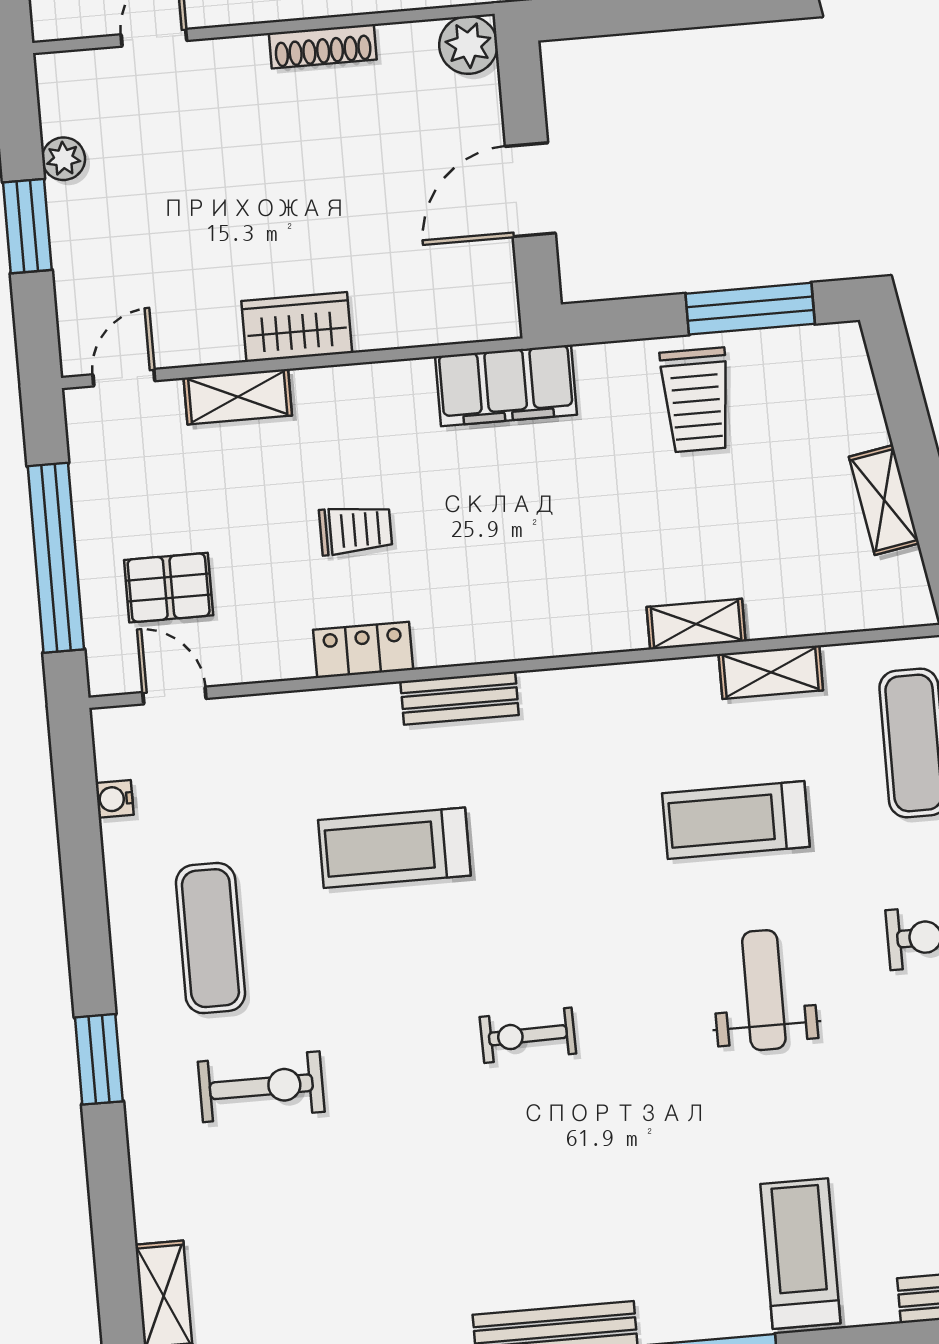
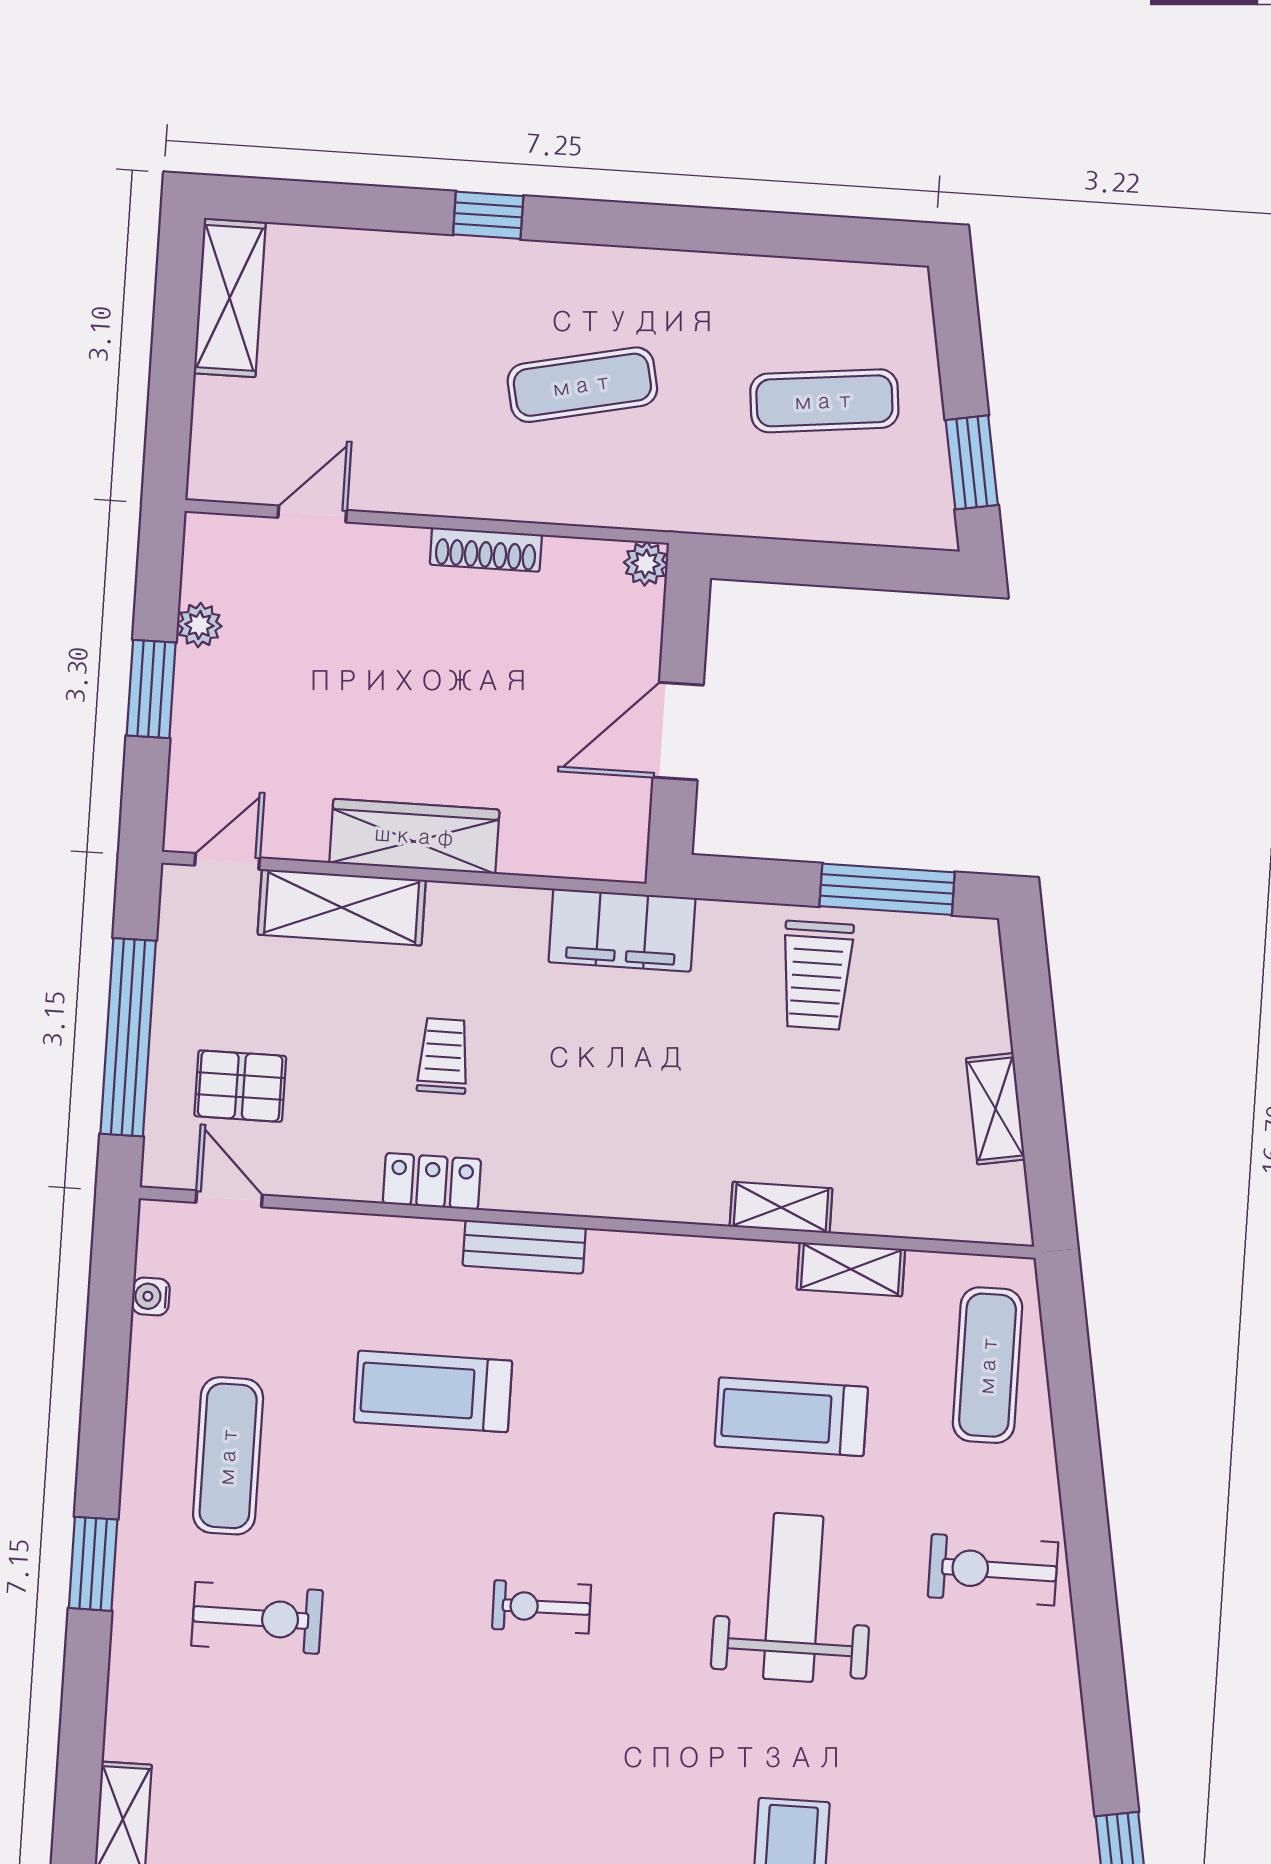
plant: (468, 45) -> (646, 564), width x0.73, depth x0.73
wardrobe: (297, 327) -> (414, 836), width x1.50
shelving: (238, 397) -> (342, 907), width x1.50, depth x1.33
trolley: (356, 530) -> (443, 1056), turned -90
weight bench: (764, 990) -> (793, 1597), width x1.36, depth x1.33

